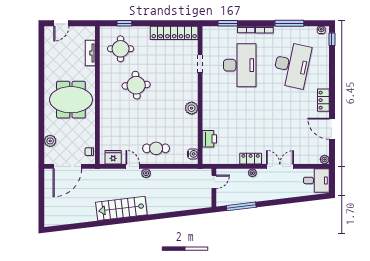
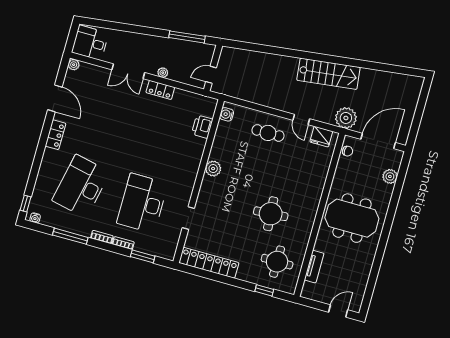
plant: (146, 173) -> (346, 118), moved, width x1.87, depth x1.87

